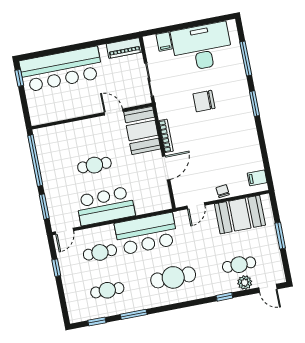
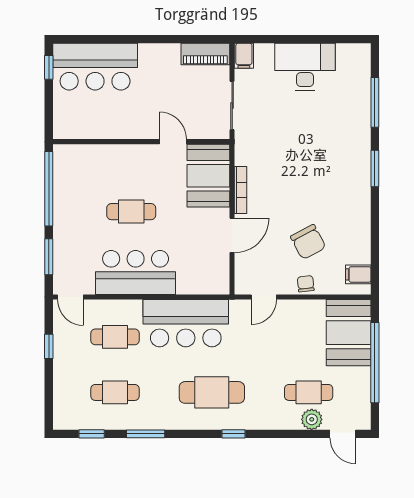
filing cabinet: (164, 42) -> (244, 56), moved
desk: (202, 47) -> (305, 67), width x0.73, depth x0.77
bar counter: (61, 69) -> (95, 67), width x0.73
chair: (204, 101) -> (308, 242), moved, turned -118
booth: (240, 215) -> (349, 333), moved, turned 90
door: (64, 231) -> (70, 297), hinge flipped
window: (280, 236) -> (375, 363), width x2.11
window: (224, 297) -> (233, 434), moved

